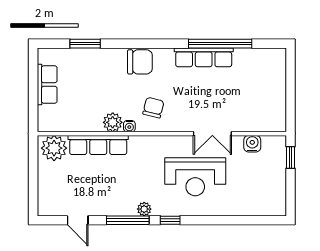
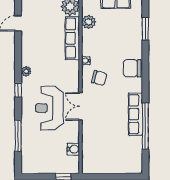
chair: (140, 62) -> (132, 68), turned 90
plant: (113, 122) -> (89, 22), moved
double door: (212, 134) -> (81, 106), moved
window: (128, 220) -> (18, 136), moved

